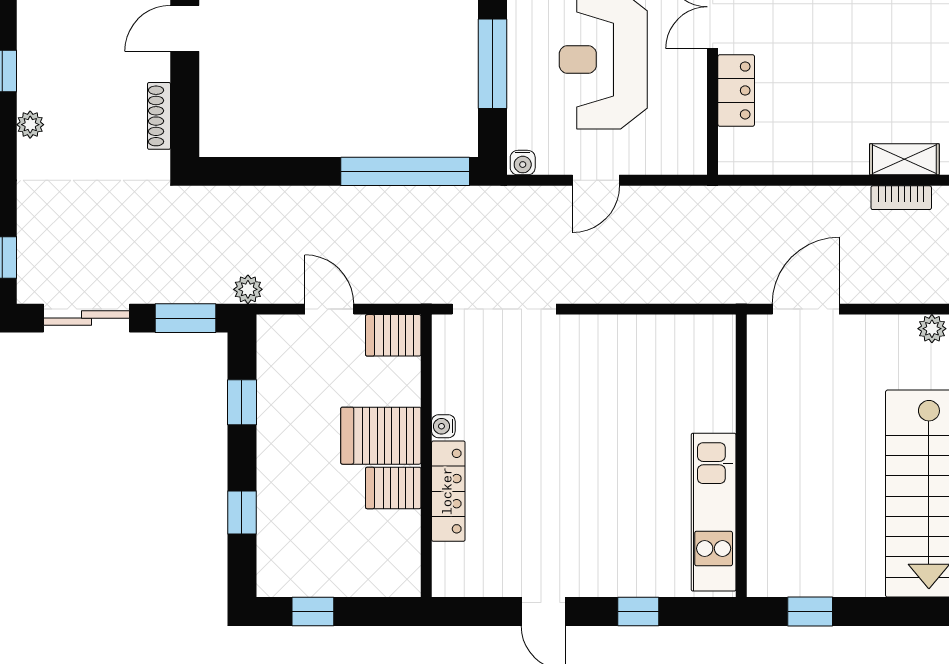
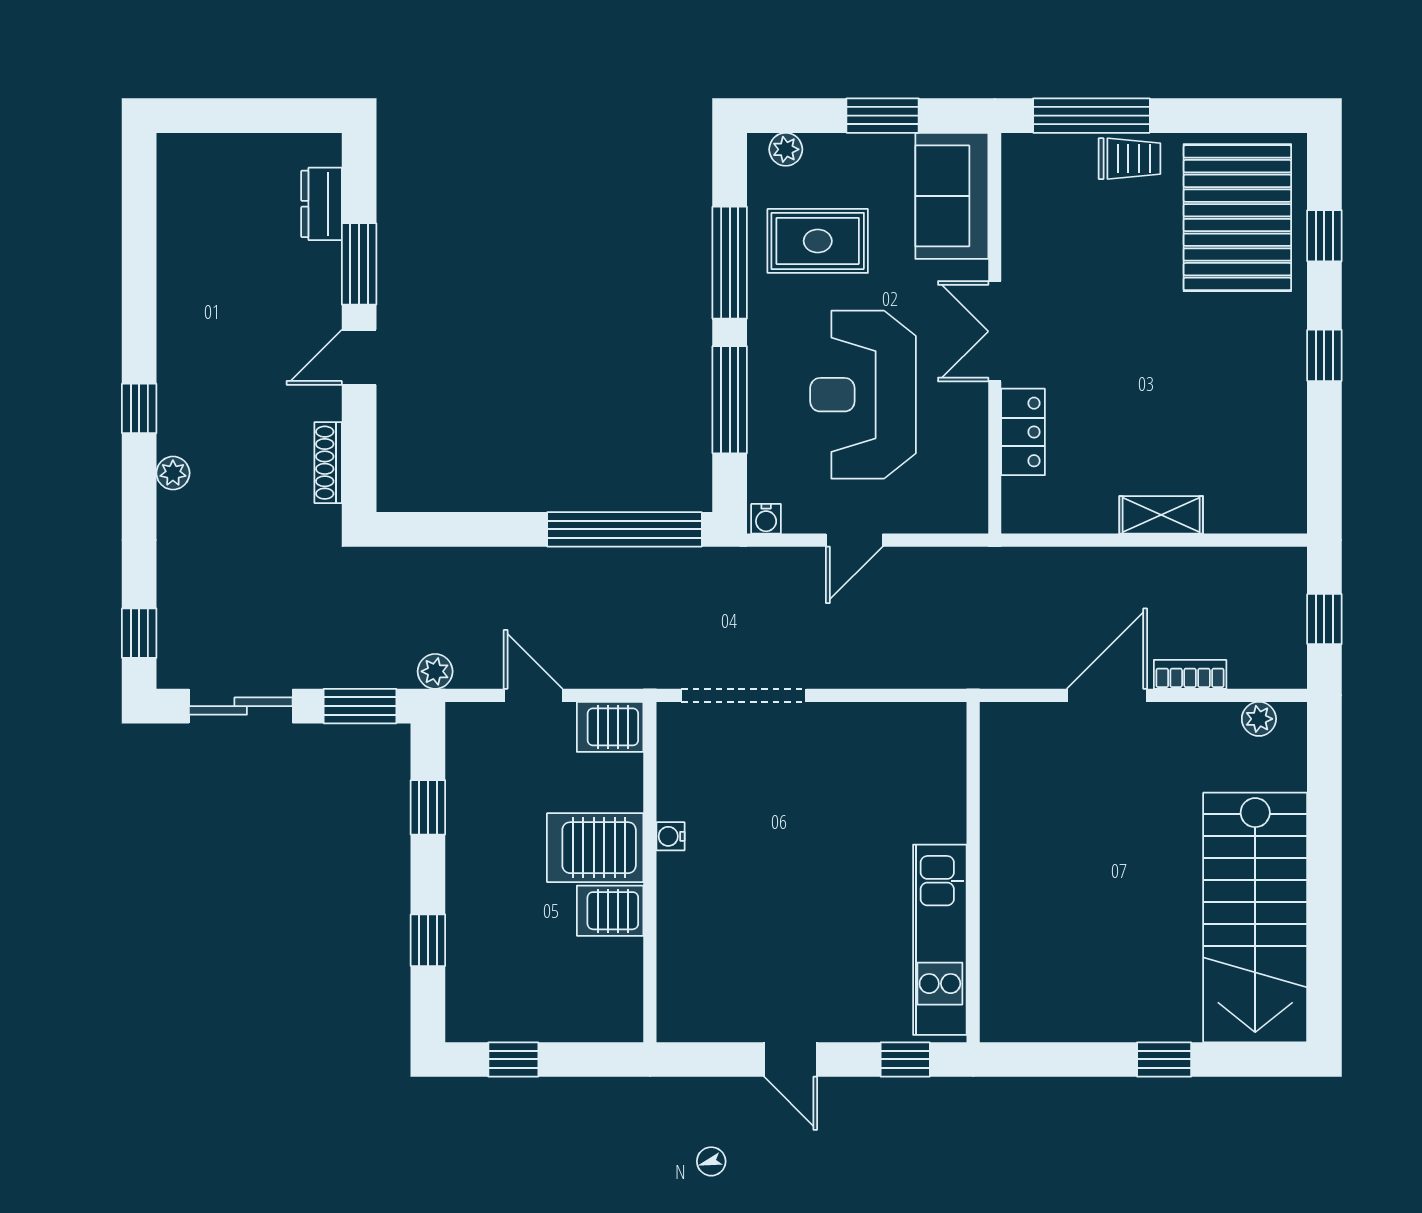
shelving: (904, 159) -> (1161, 515), moved
bookcase: (901, 198) -> (1190, 674), moved, turned 180
wall: (741, 456) -> (973, 872), moved
locker: (448, 491) -> (676, 914), removed
kitchen unit: (714, 512) -> (940, 940), moved
window: (810, 612) -> (1164, 1059), moved

